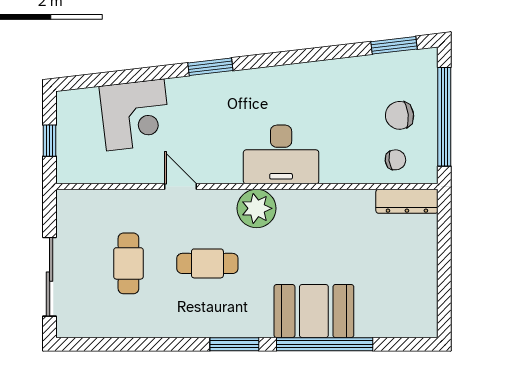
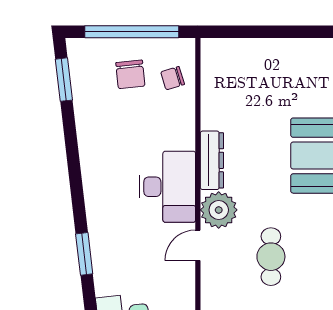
chair: (395, 160) -> (173, 78), turned -100
door: (180, 187) -> (198, 245), moved
dresser: (407, 201) -> (212, 160), moved

